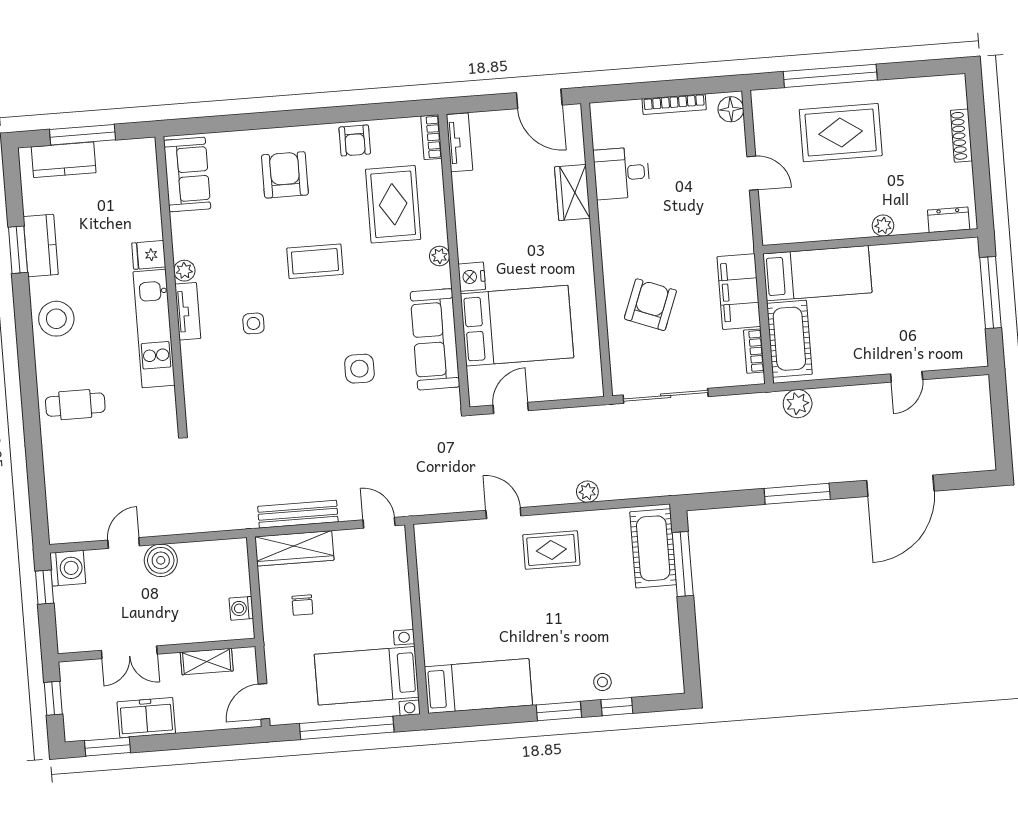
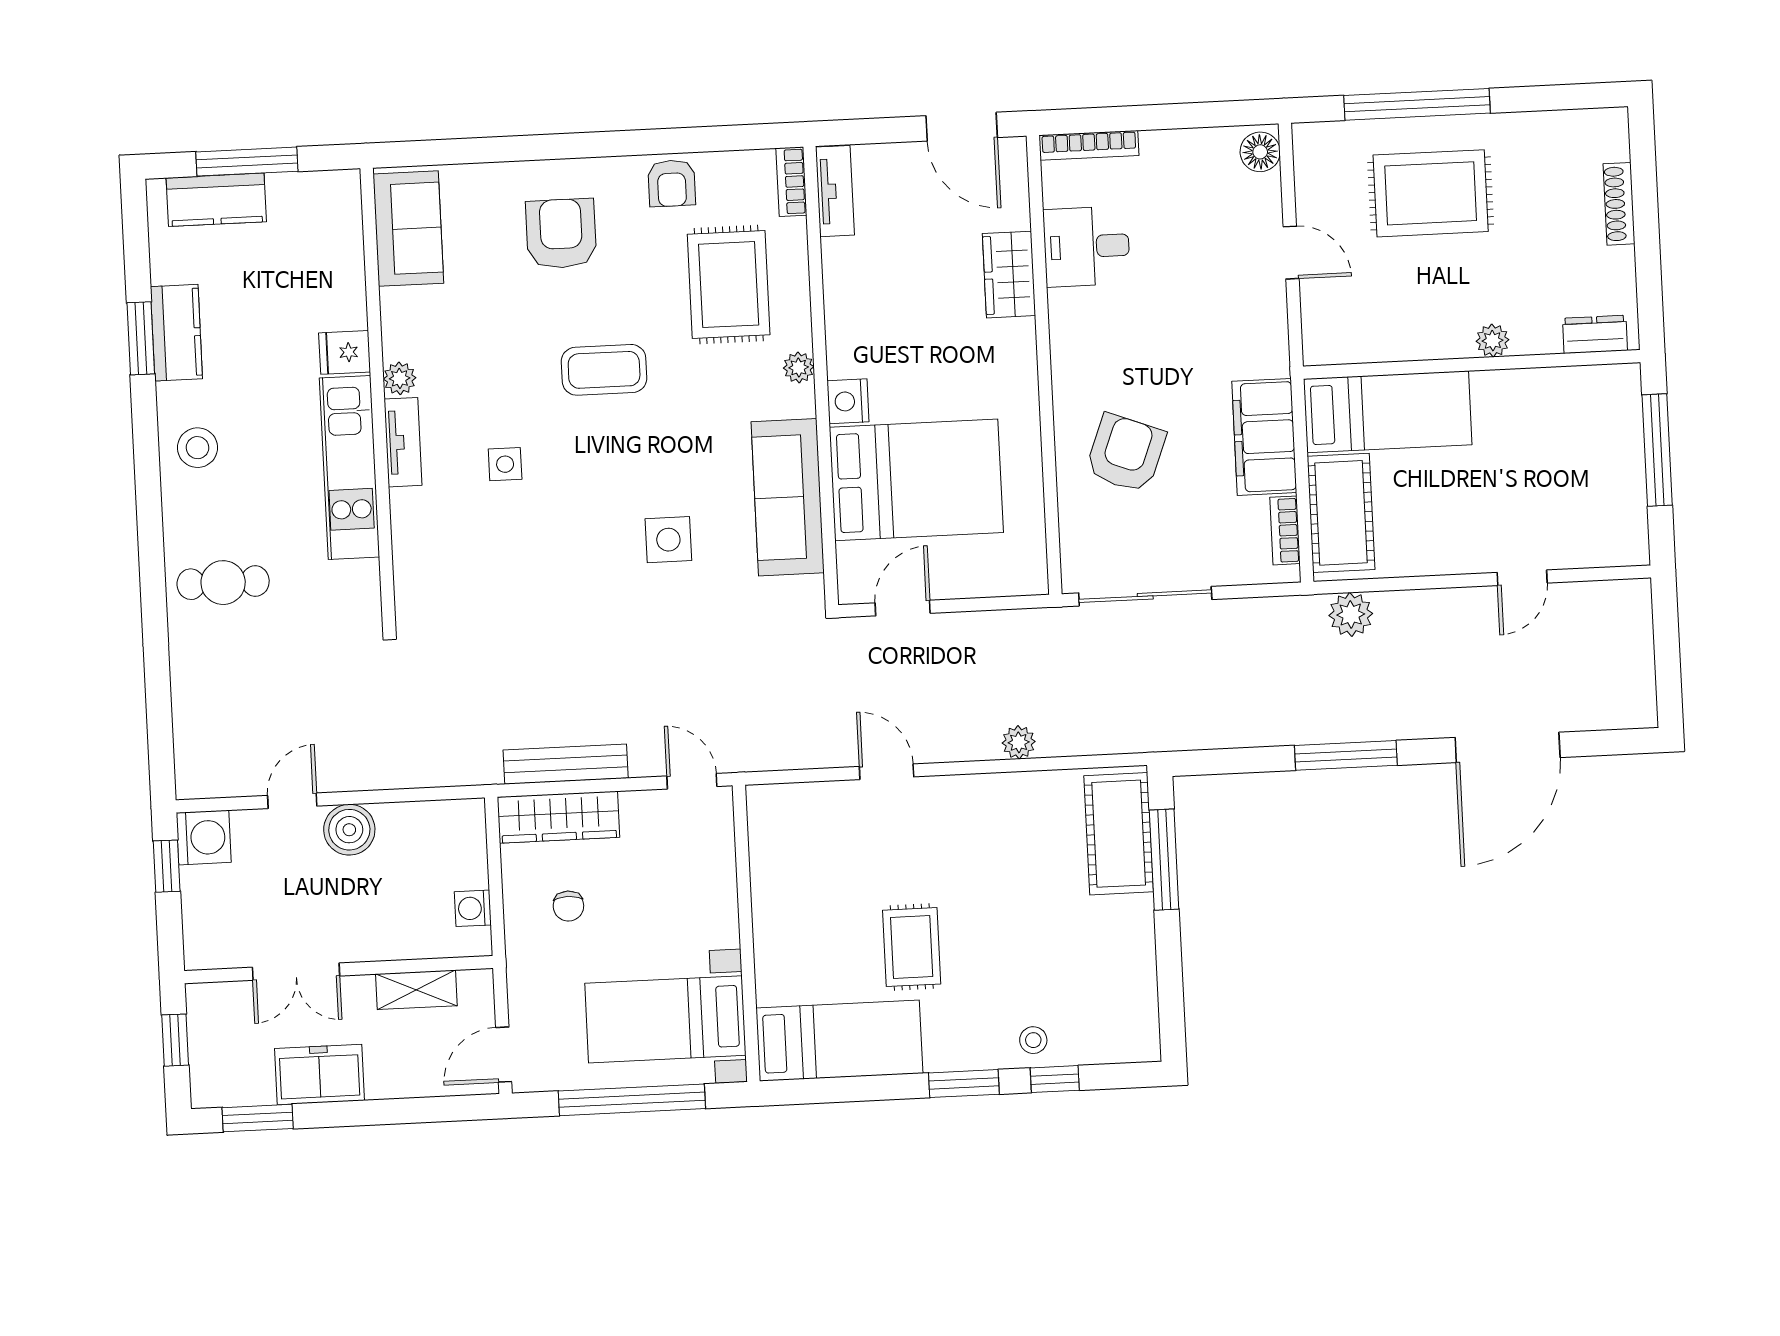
bookcase: (674, 104) -> (1089, 145), moved
stool: (56, 319) -> (197, 448), width x0.73, depth x0.73
rug: (551, 550) -> (912, 947), moved, turned 90

